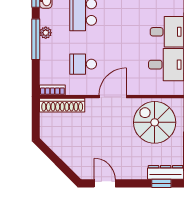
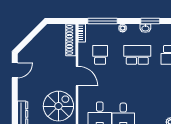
window: (36, 39) -> (102, 21), moved
window: (161, 183) -> (15, 111), removed

